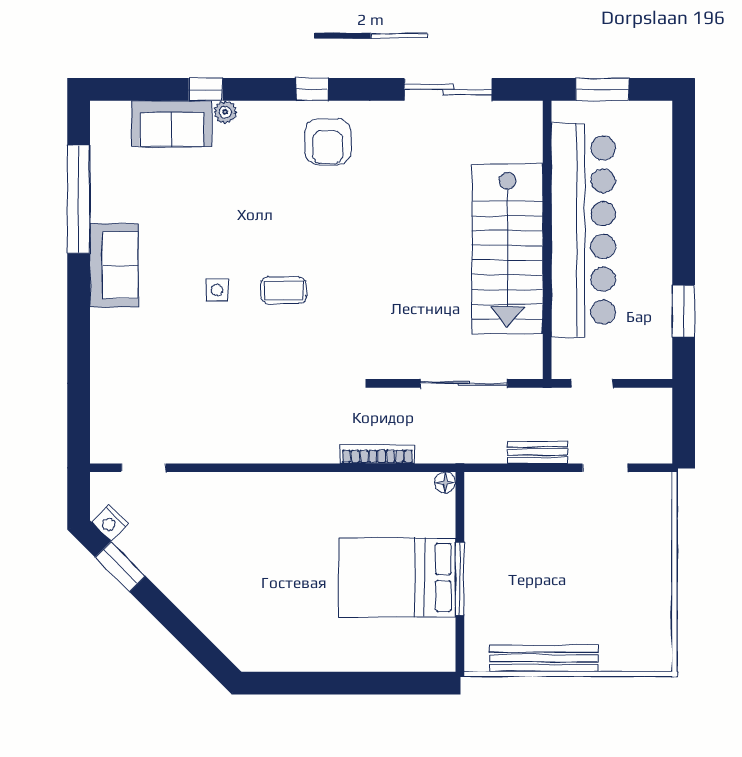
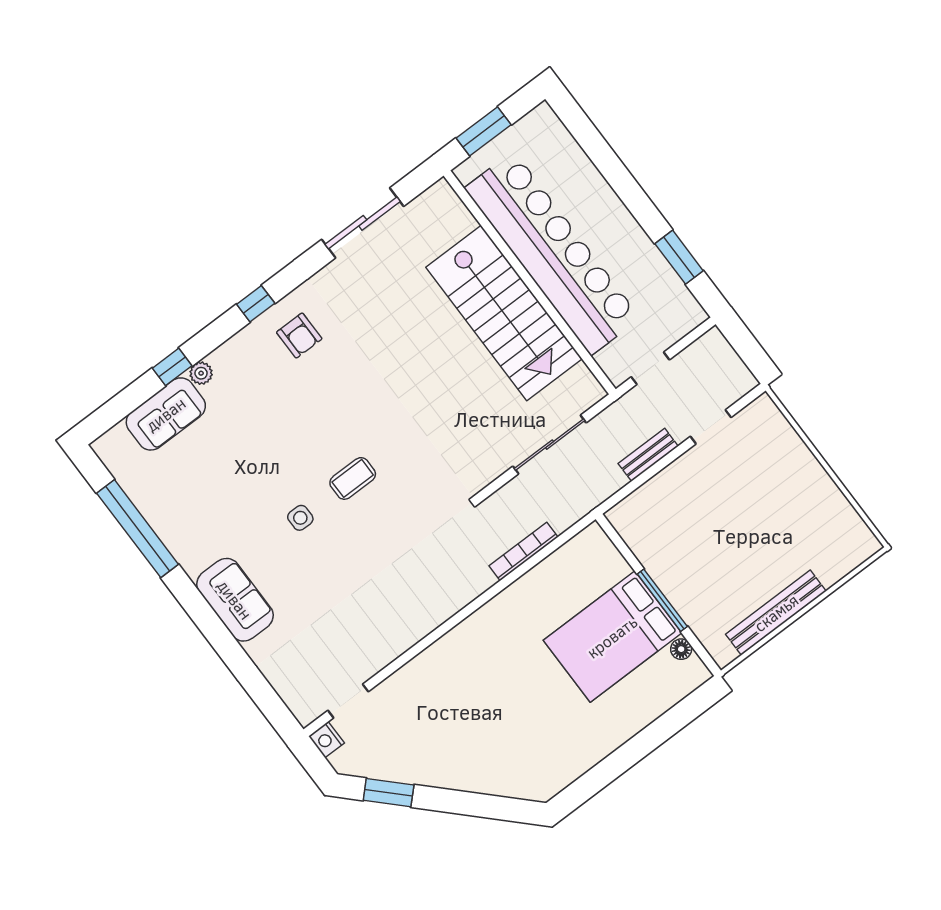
armchair: (328, 142) -> (299, 336), width x0.72, depth x0.72
sofa: (114, 265) -> (235, 600), moved
floor lamp: (445, 482) -> (681, 649), moved
nightstand: (110, 523) -> (326, 740), moved, turned 45

